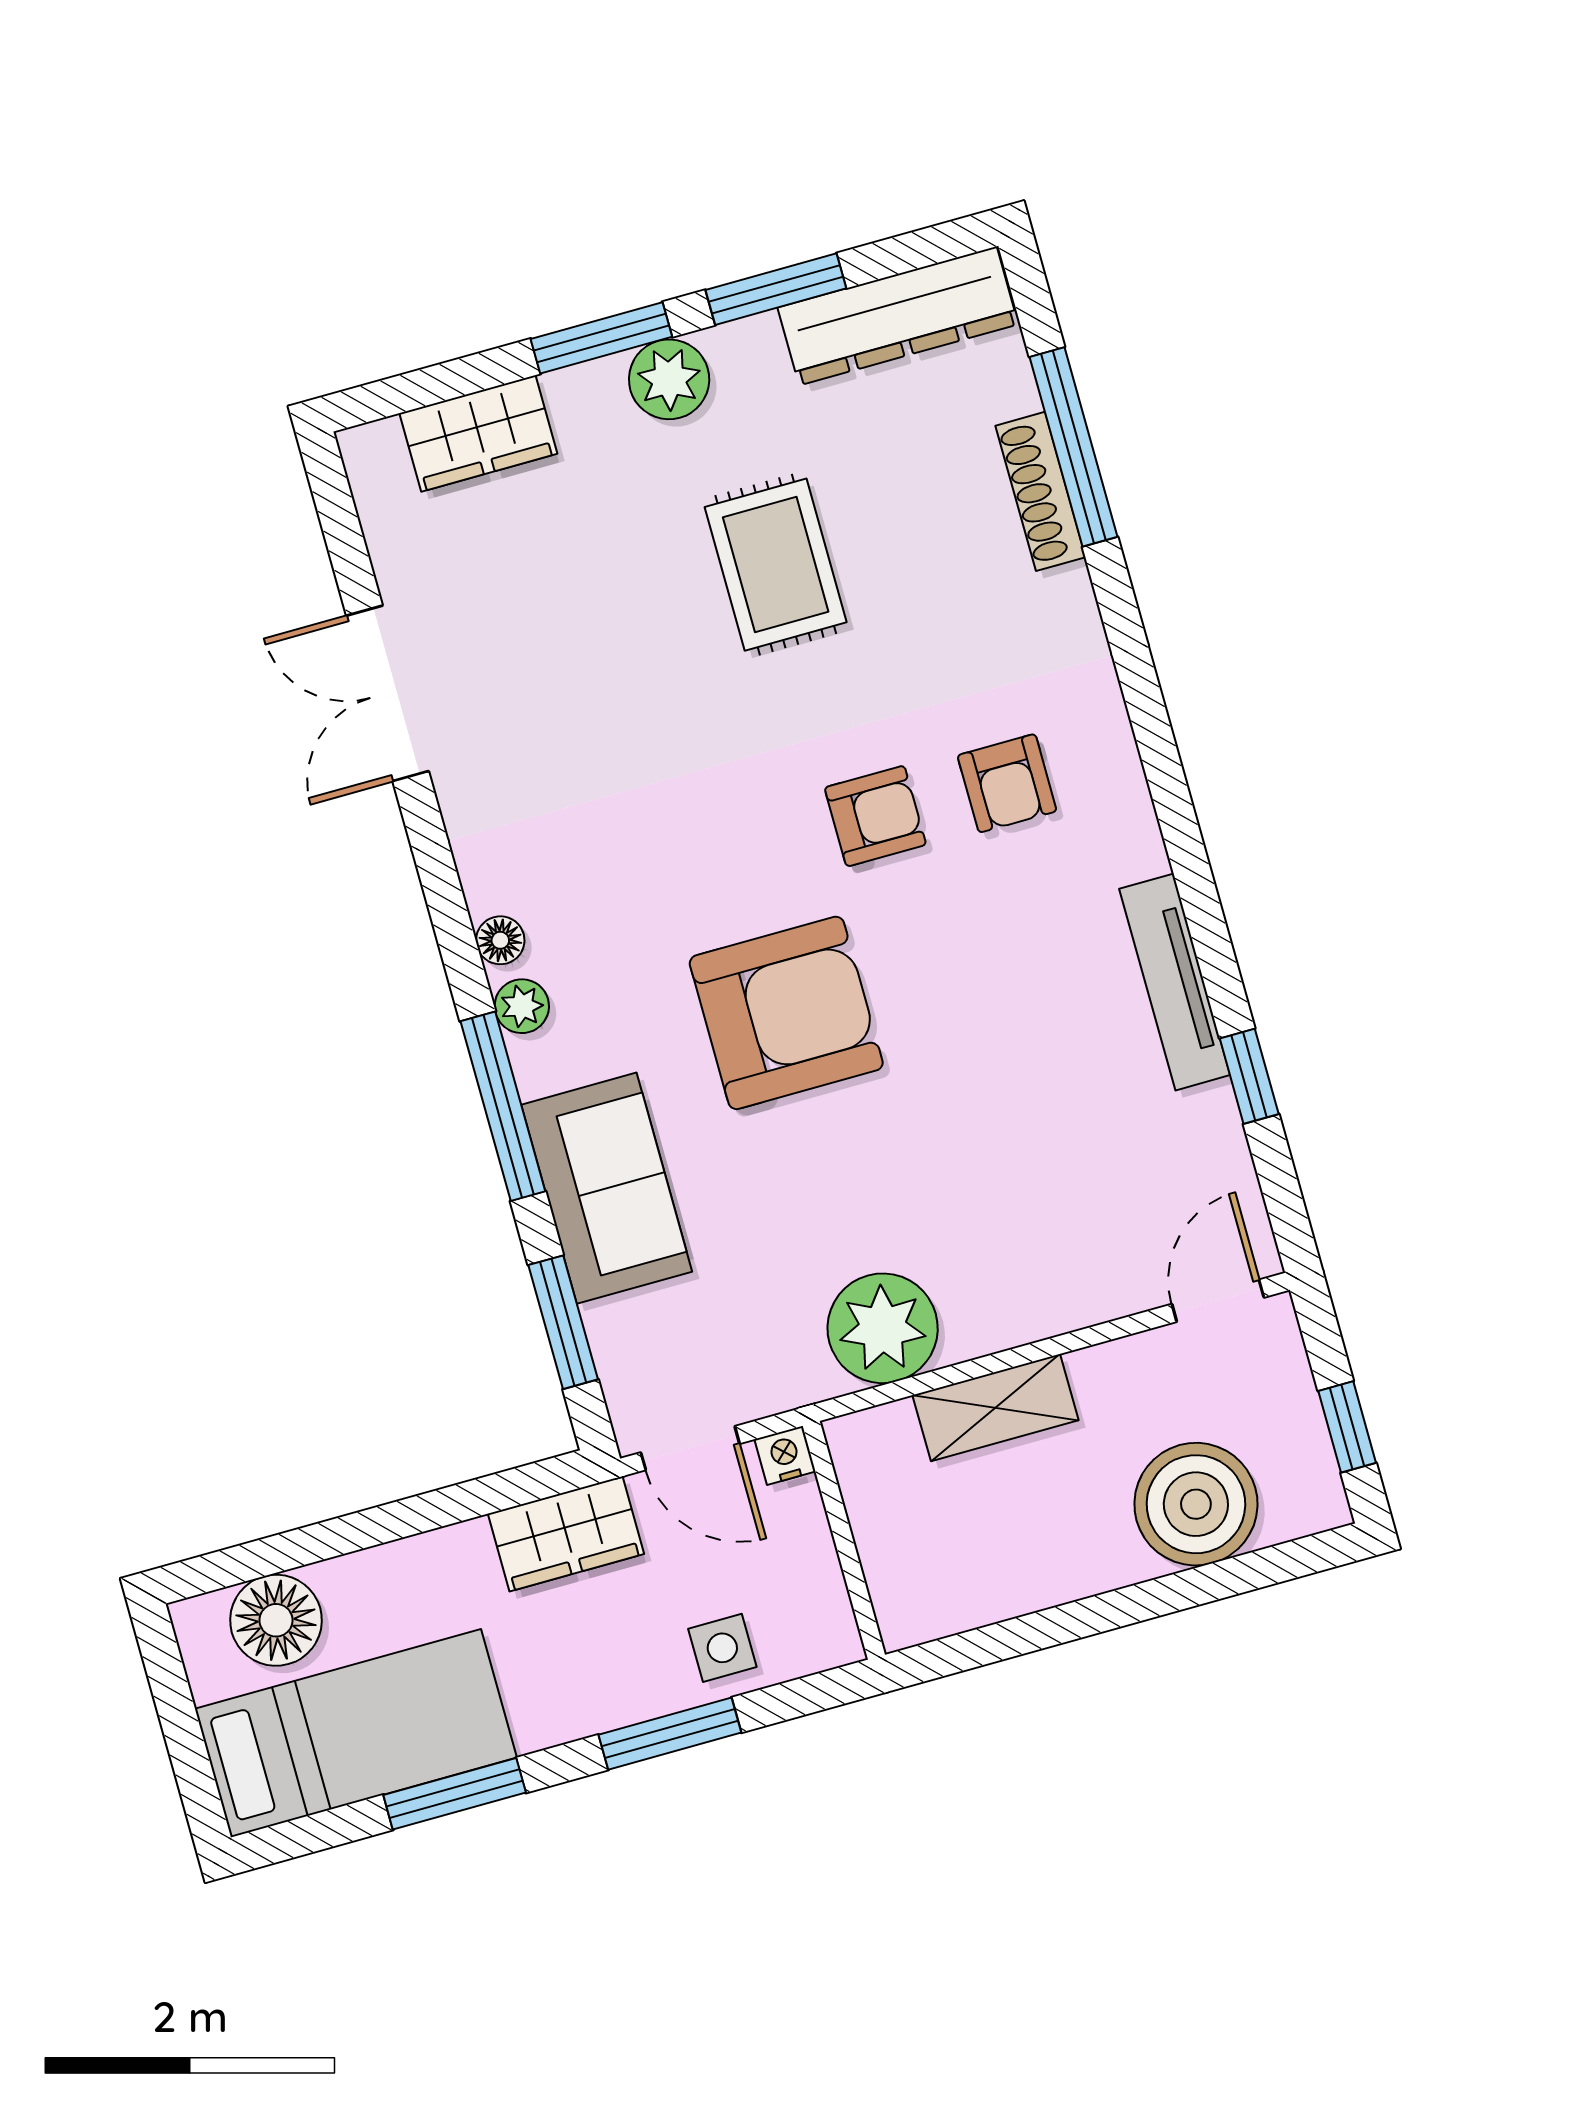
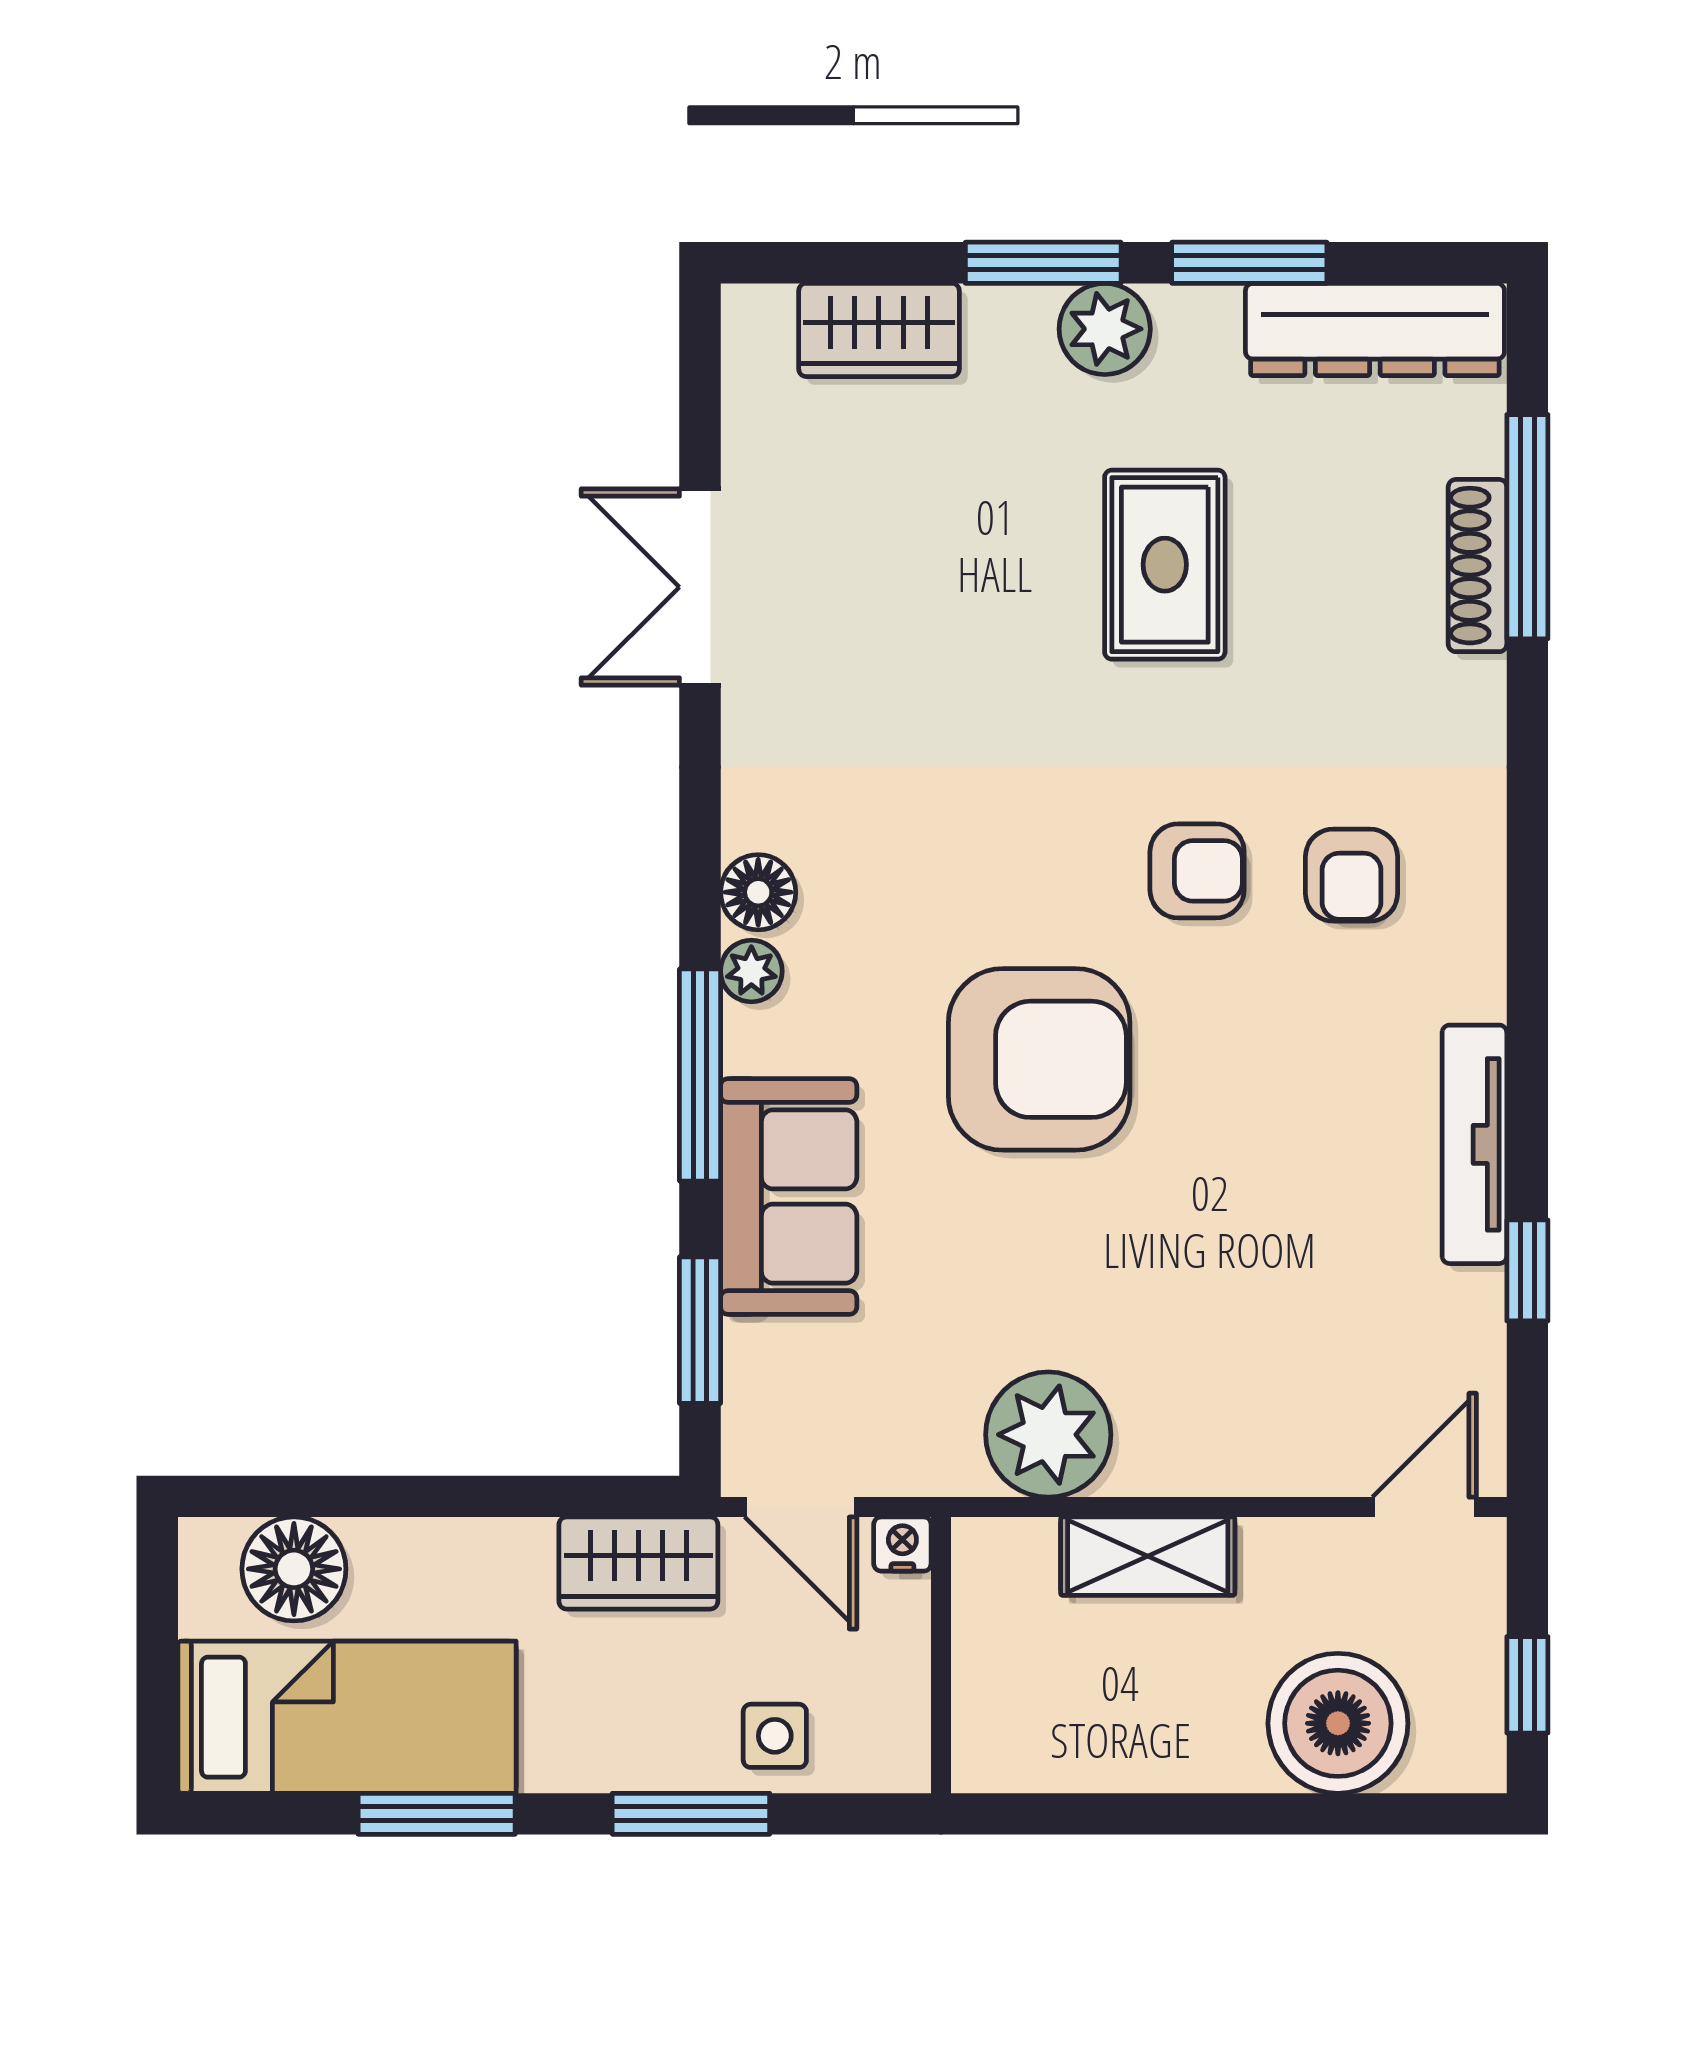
floor lamp: (500, 940) -> (758, 892), width x1.37, depth x1.37

